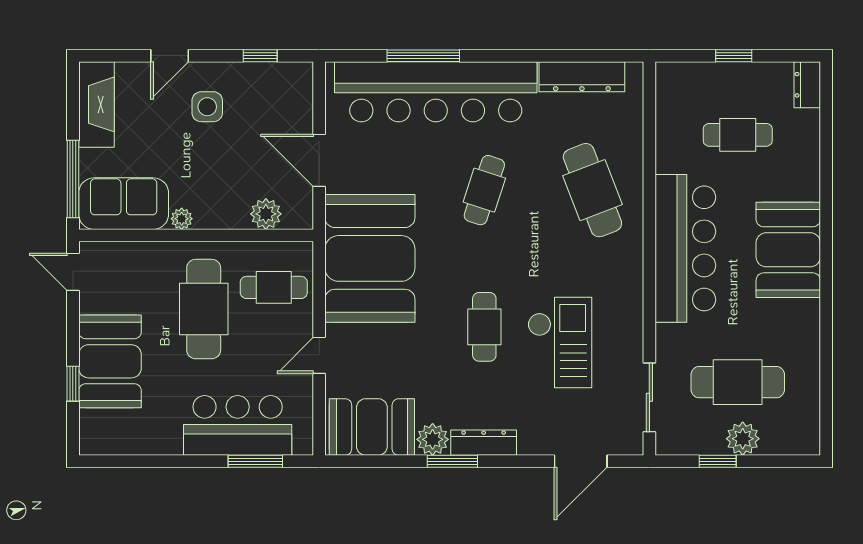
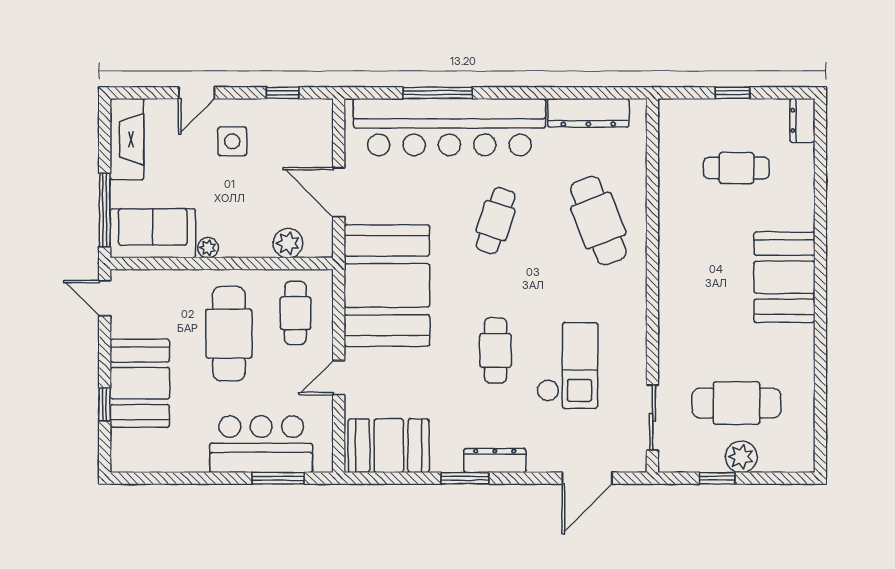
bar counter: (685, 248) -> (687, 276), removed
cafe table: (274, 287) -> (295, 313), turned 90
plant: (433, 439) -> (446, 458), removed

